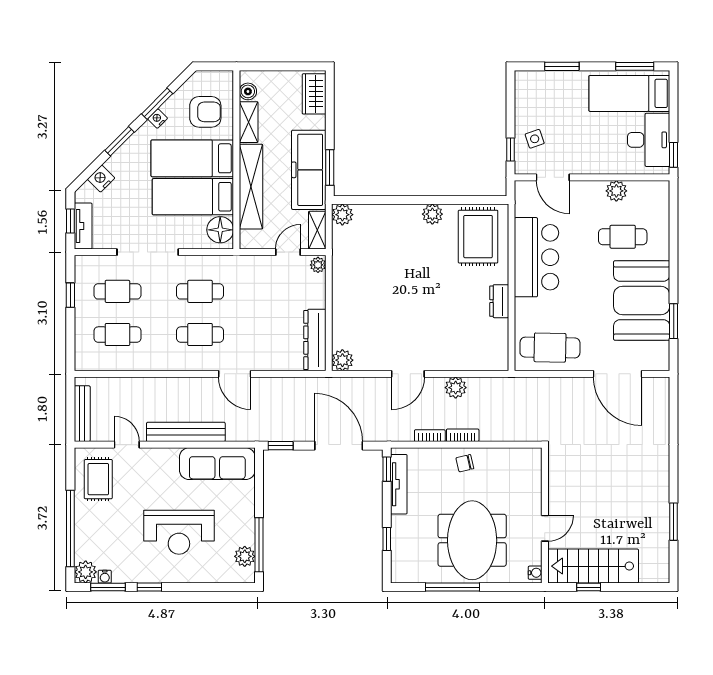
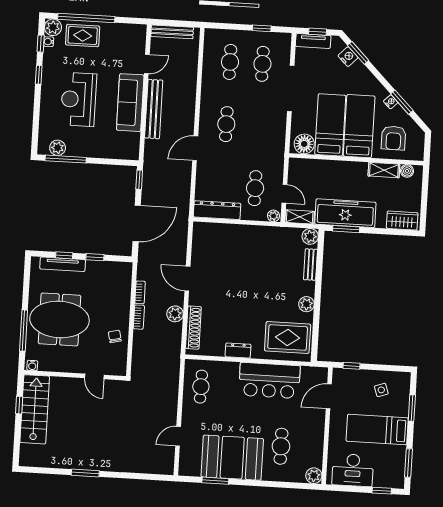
bed: (629, 93) -> (377, 429), moved, turned -90
side table: (535, 139) -> (381, 390), moved
window: (120, 141) -> (358, 53), moved
window: (674, 155) -> (382, 491), moved
shelving: (251, 187) -> (335, 169), removed
plant: (616, 191) -> (314, 476), moved
bench: (380, 212) -> (311, 265), added
cafe table: (200, 291) -> (255, 188), moved
cafe table: (550, 348) -> (201, 387), width x0.73, depth x0.74
plant: (342, 360) -> (201, 230), removed
shoe rack: (472, 362) -> (193, 328), added
door: (618, 374) -> (178, 436), width x0.53
chair: (465, 463) -> (115, 336), moved
sofa: (217, 464) -> (130, 103), moved
window: (387, 469) -> (95, 257), moved
rug: (98, 479) -> (83, 35), moved
tv unit: (399, 484) -> (63, 264), moved
window: (674, 522) -> (85, 473), moved
door: (545, 528) -> (94, 376), moved
window: (108, 587) -> (41, 44), width x0.67
window: (453, 587) -> (24, 331), moved

